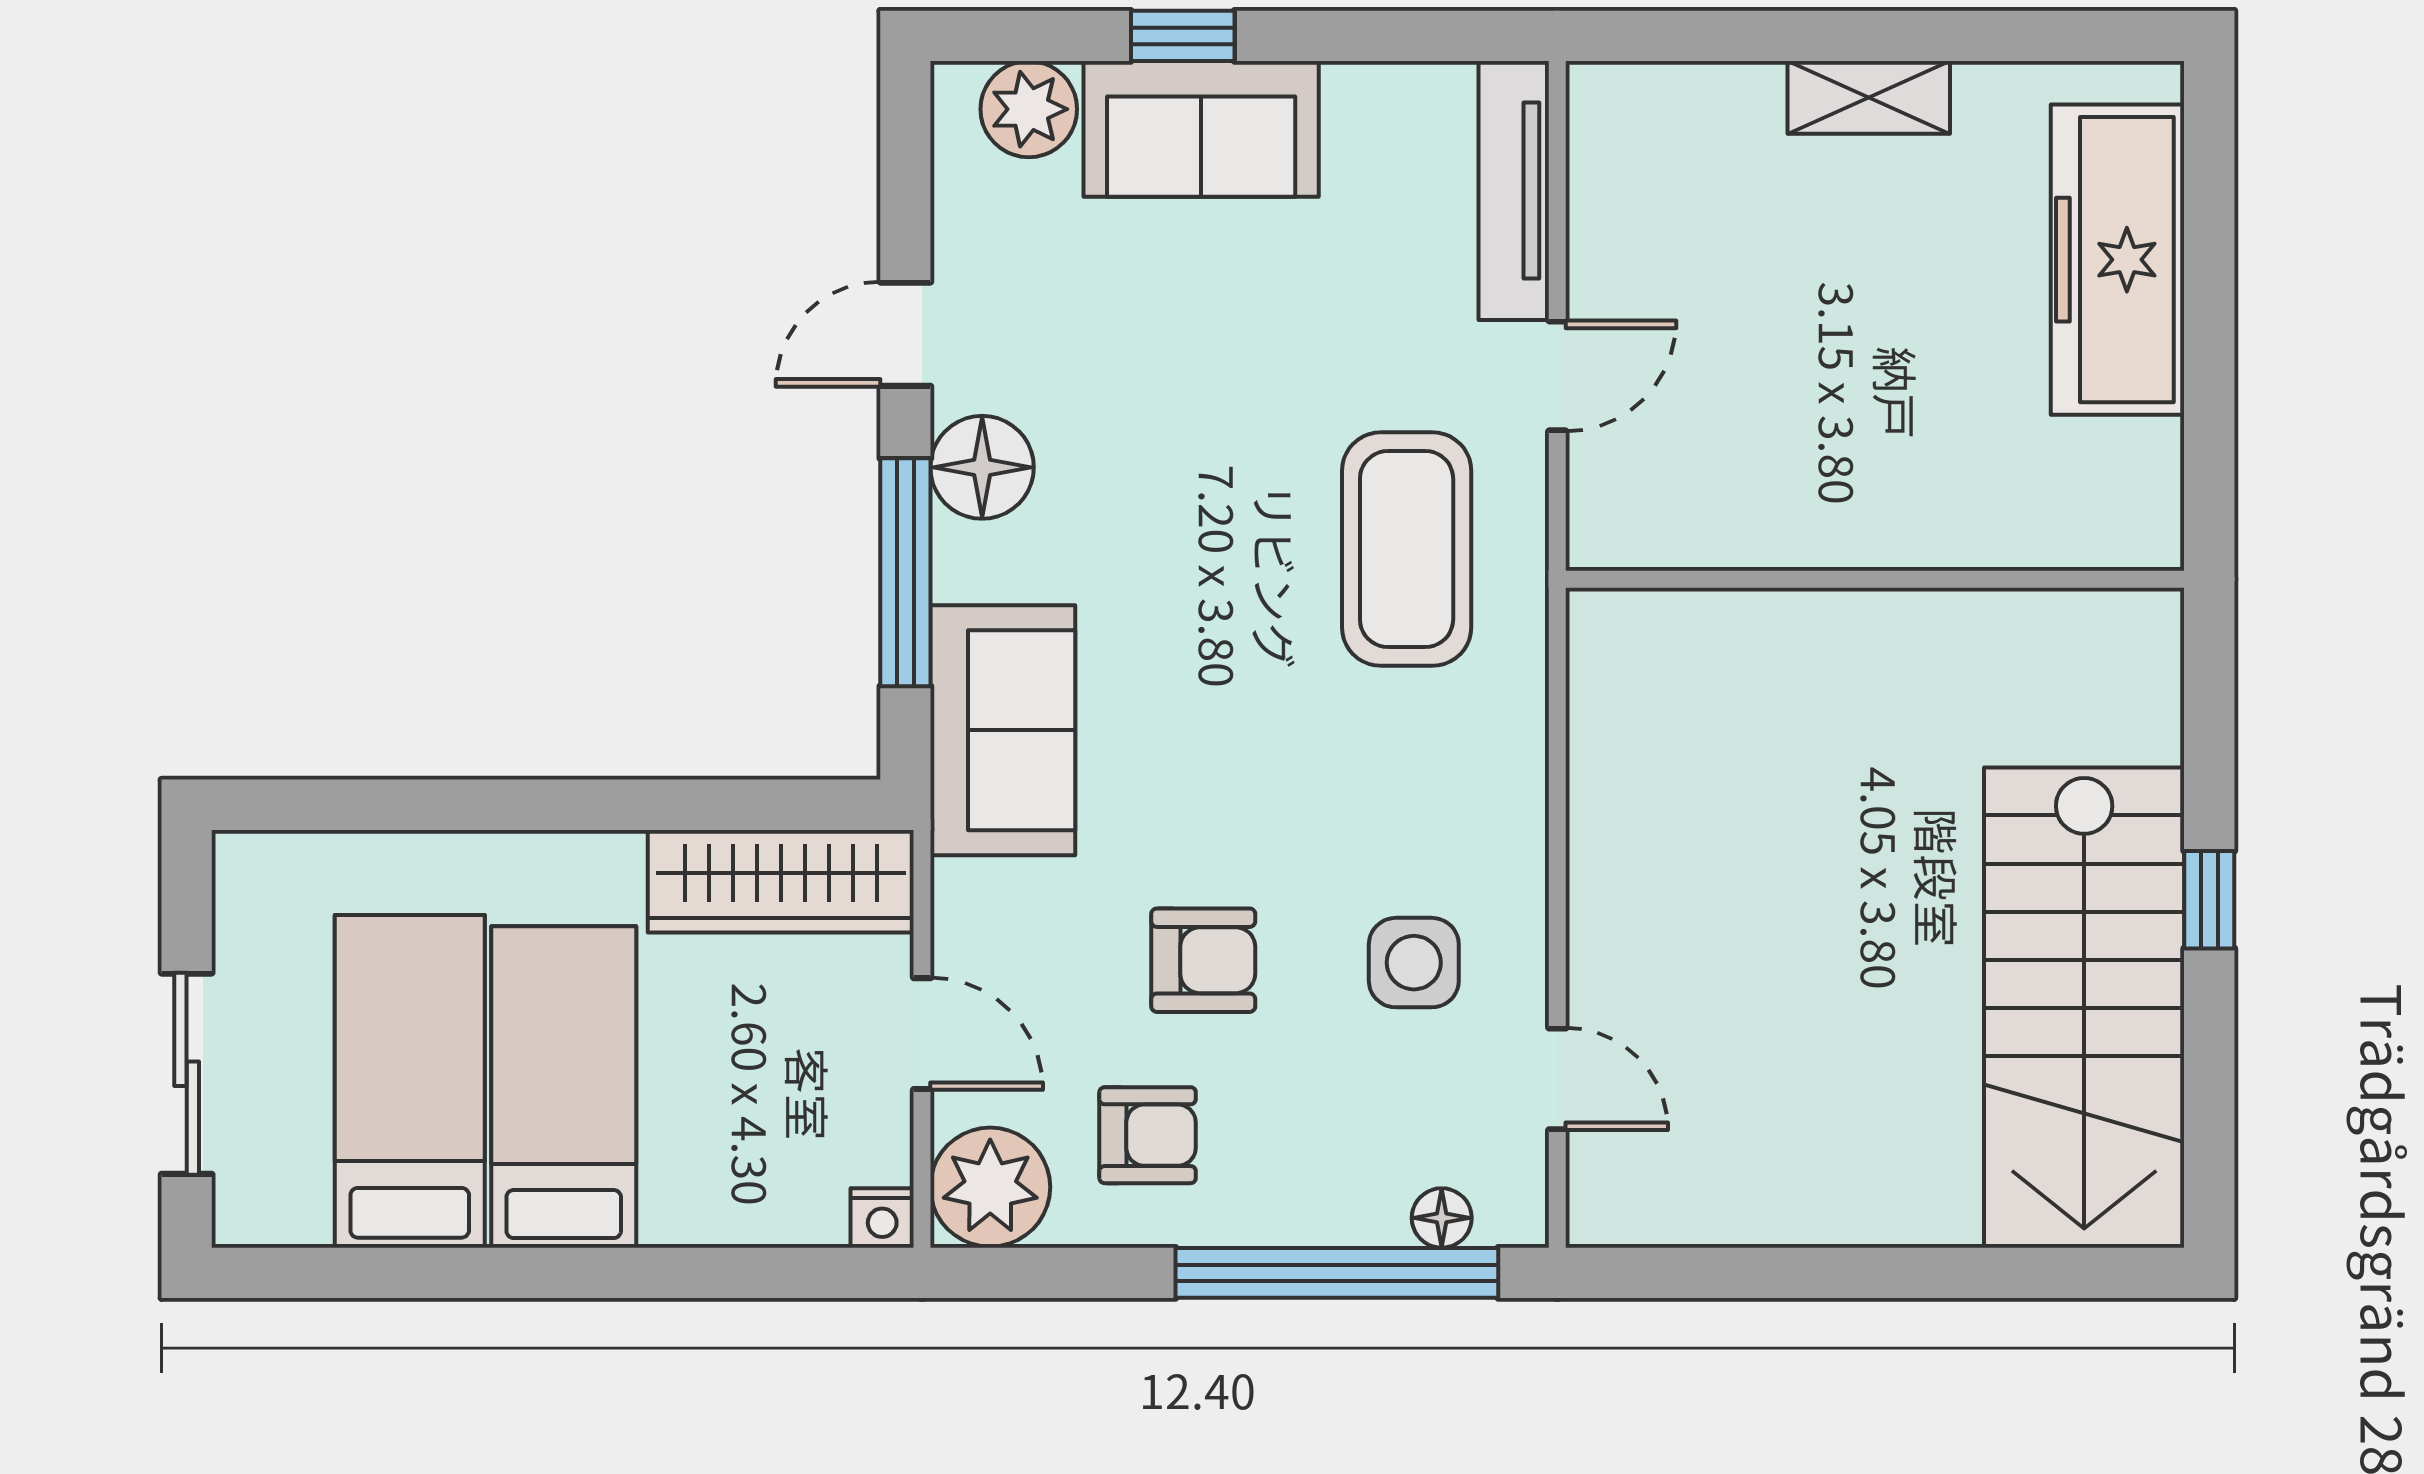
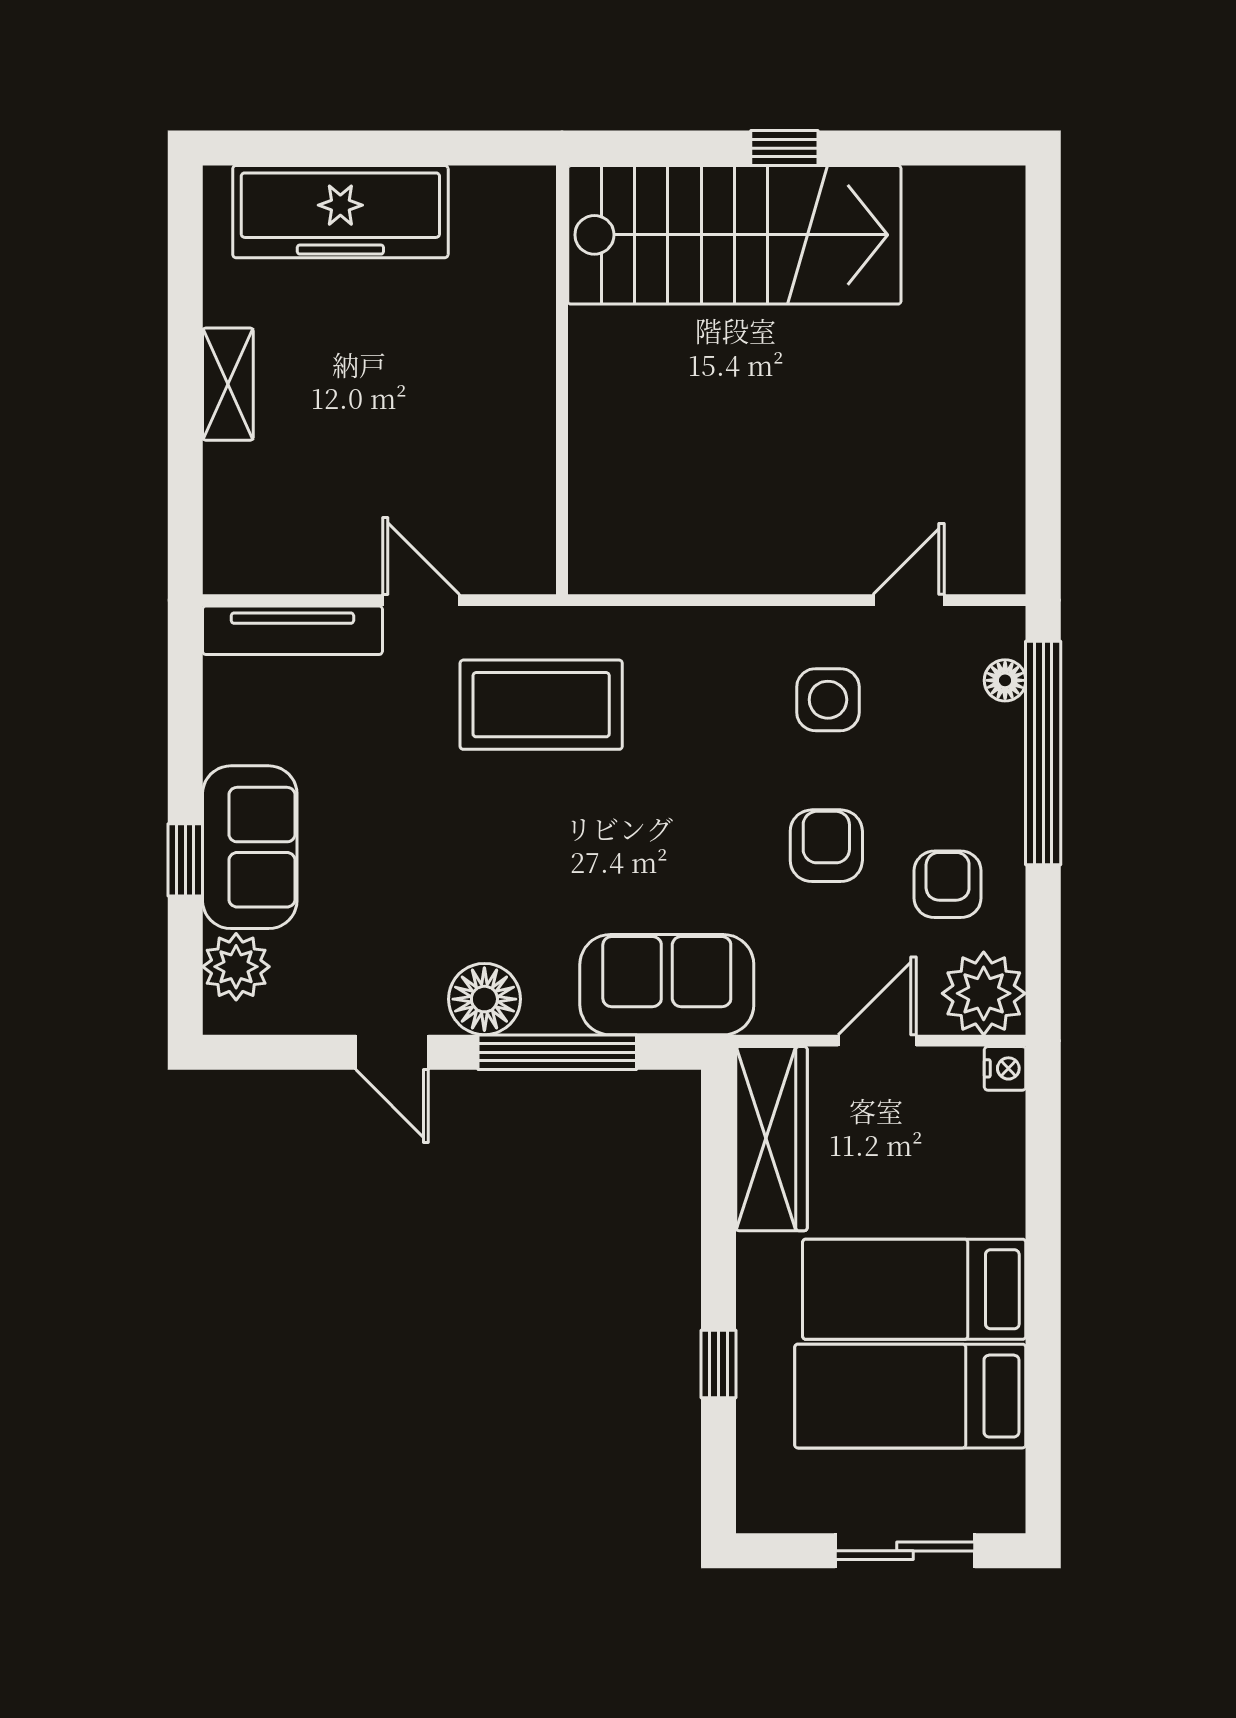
window: (456, 805) -> (719, 1364), added
stairs: (2084, 1008) -> (734, 235), moved

